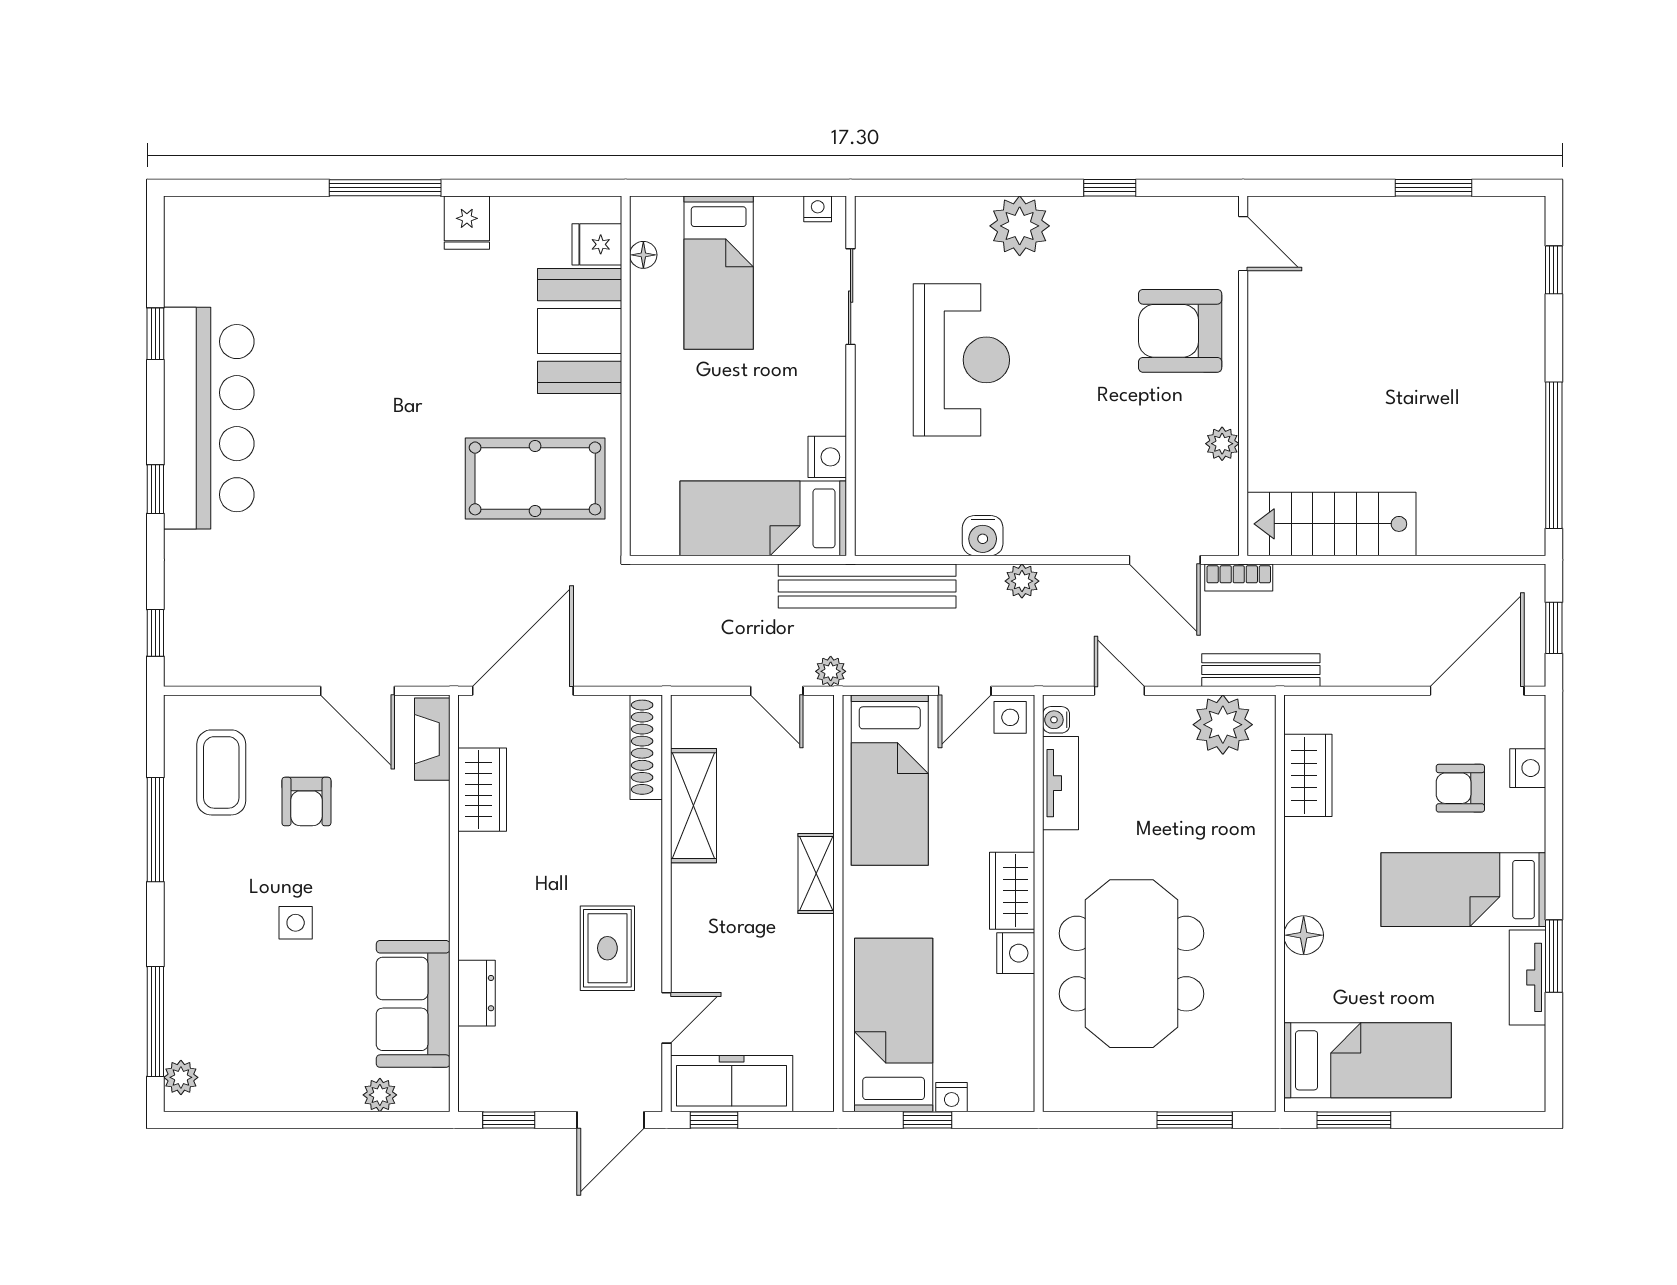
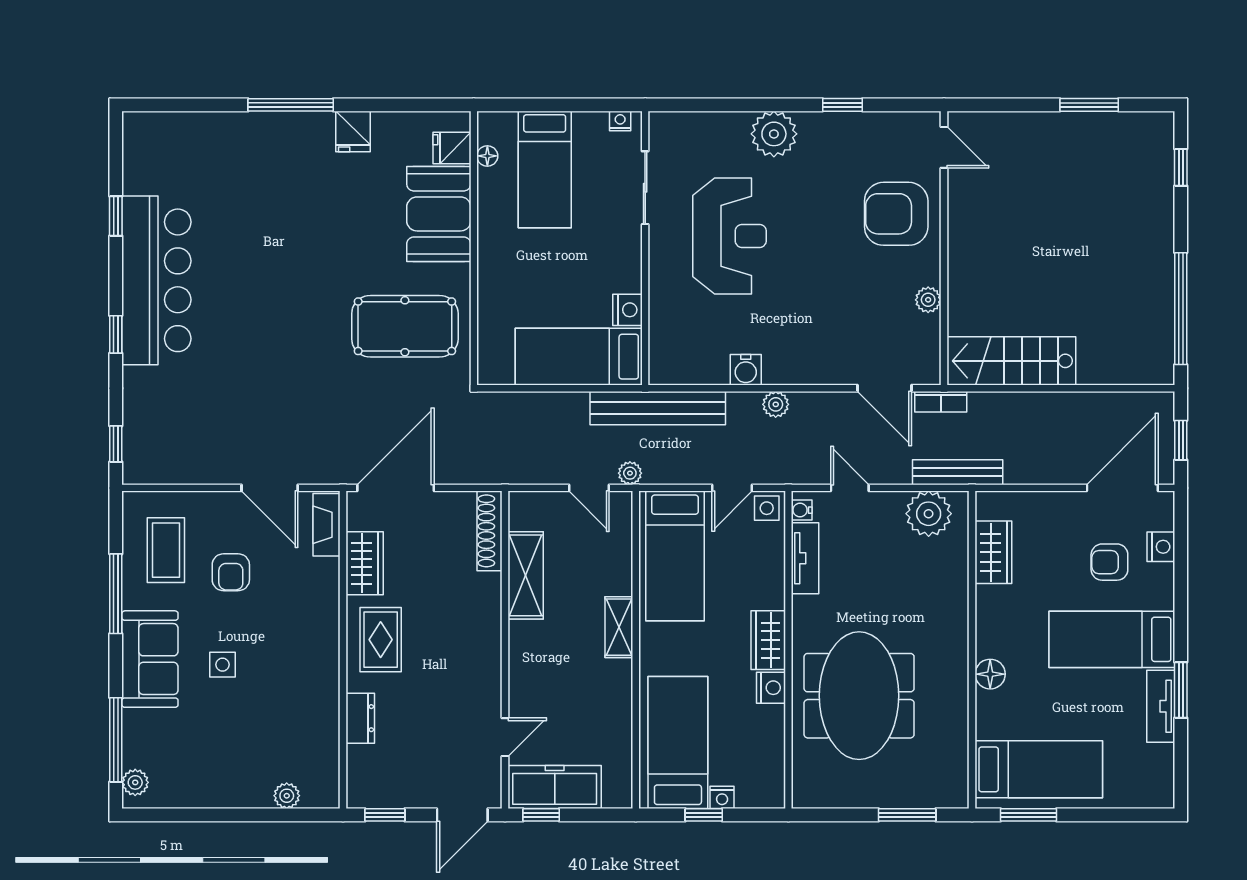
rug: (607, 948) -> (381, 640), moved
sofa: (413, 1004) -> (150, 659), moved, turned 180

